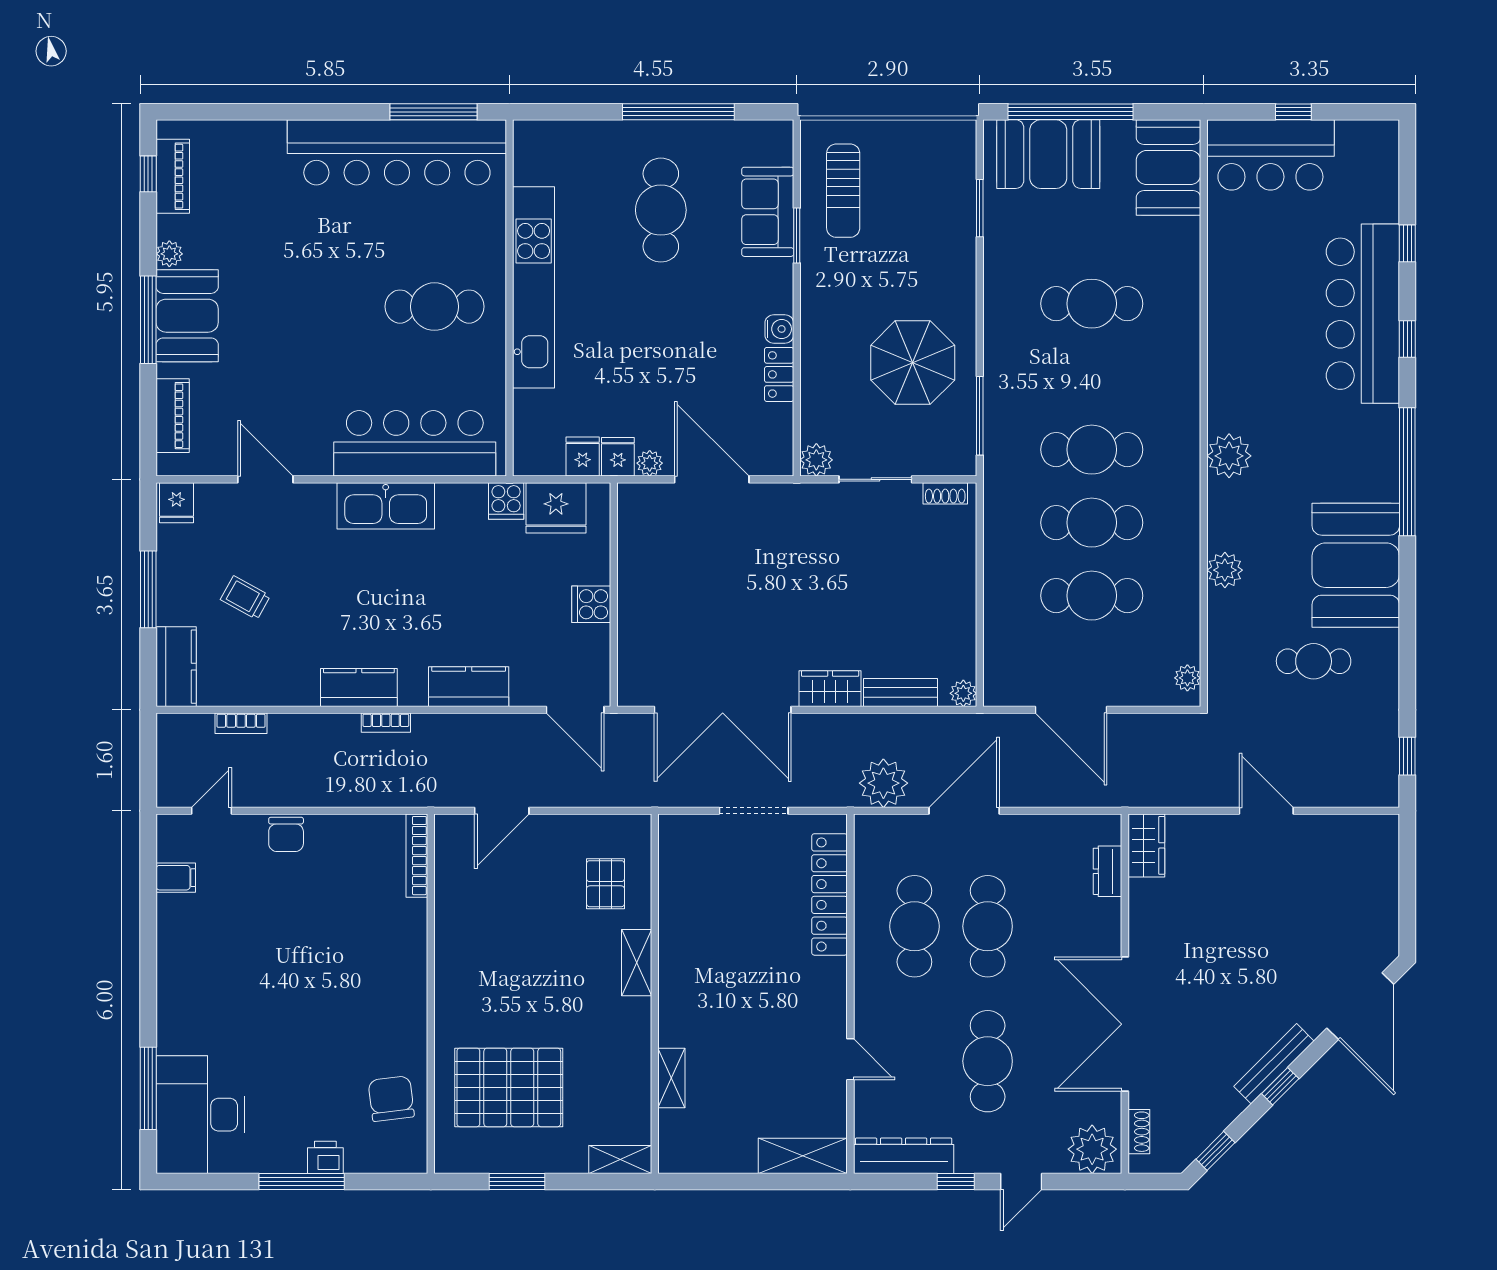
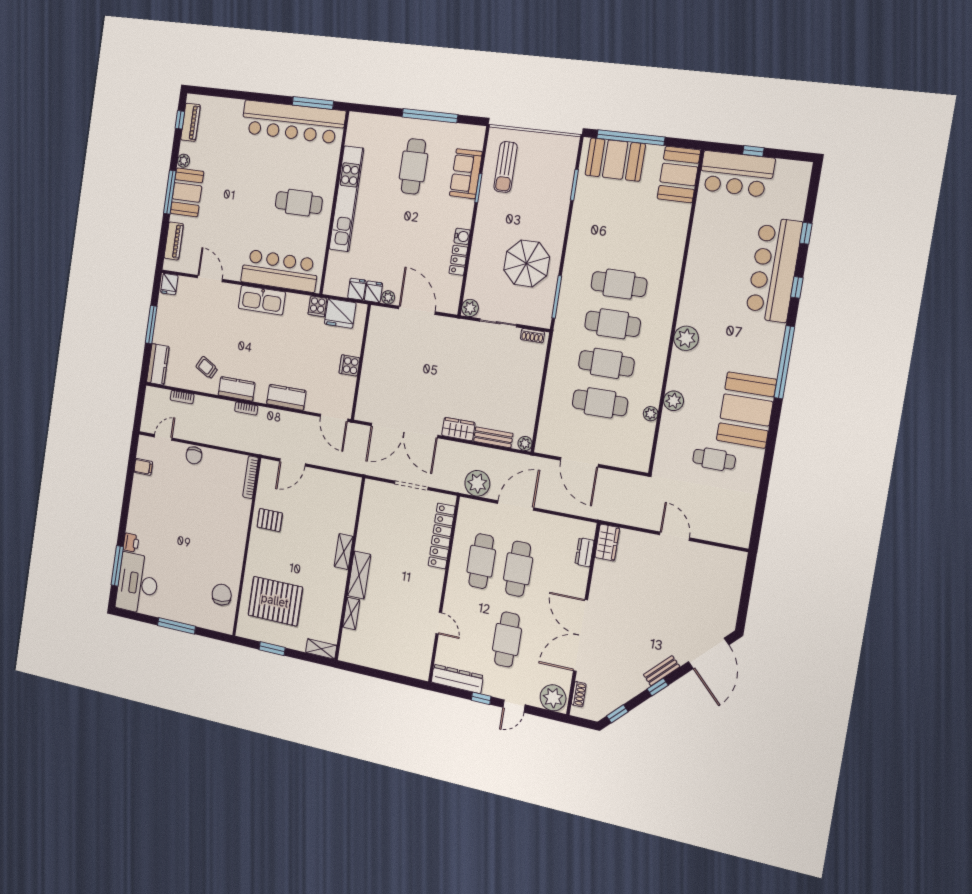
cafe table: (1092, 304) -> (619, 284), moved
trolley: (245, 598) -> (207, 368), moved
plant: (1187, 678) -> (651, 414), moved
window: (1407, 756) -> (758, 521), removed
pallet: (605, 884) -> (270, 520), moved, turned 90
bench: (1274, 1064) -> (662, 671), width x0.73
shelving: (803, 1156) -> (359, 575), moved, turned 90
printer: (325, 1157) -> (131, 543), moved, turned 90

